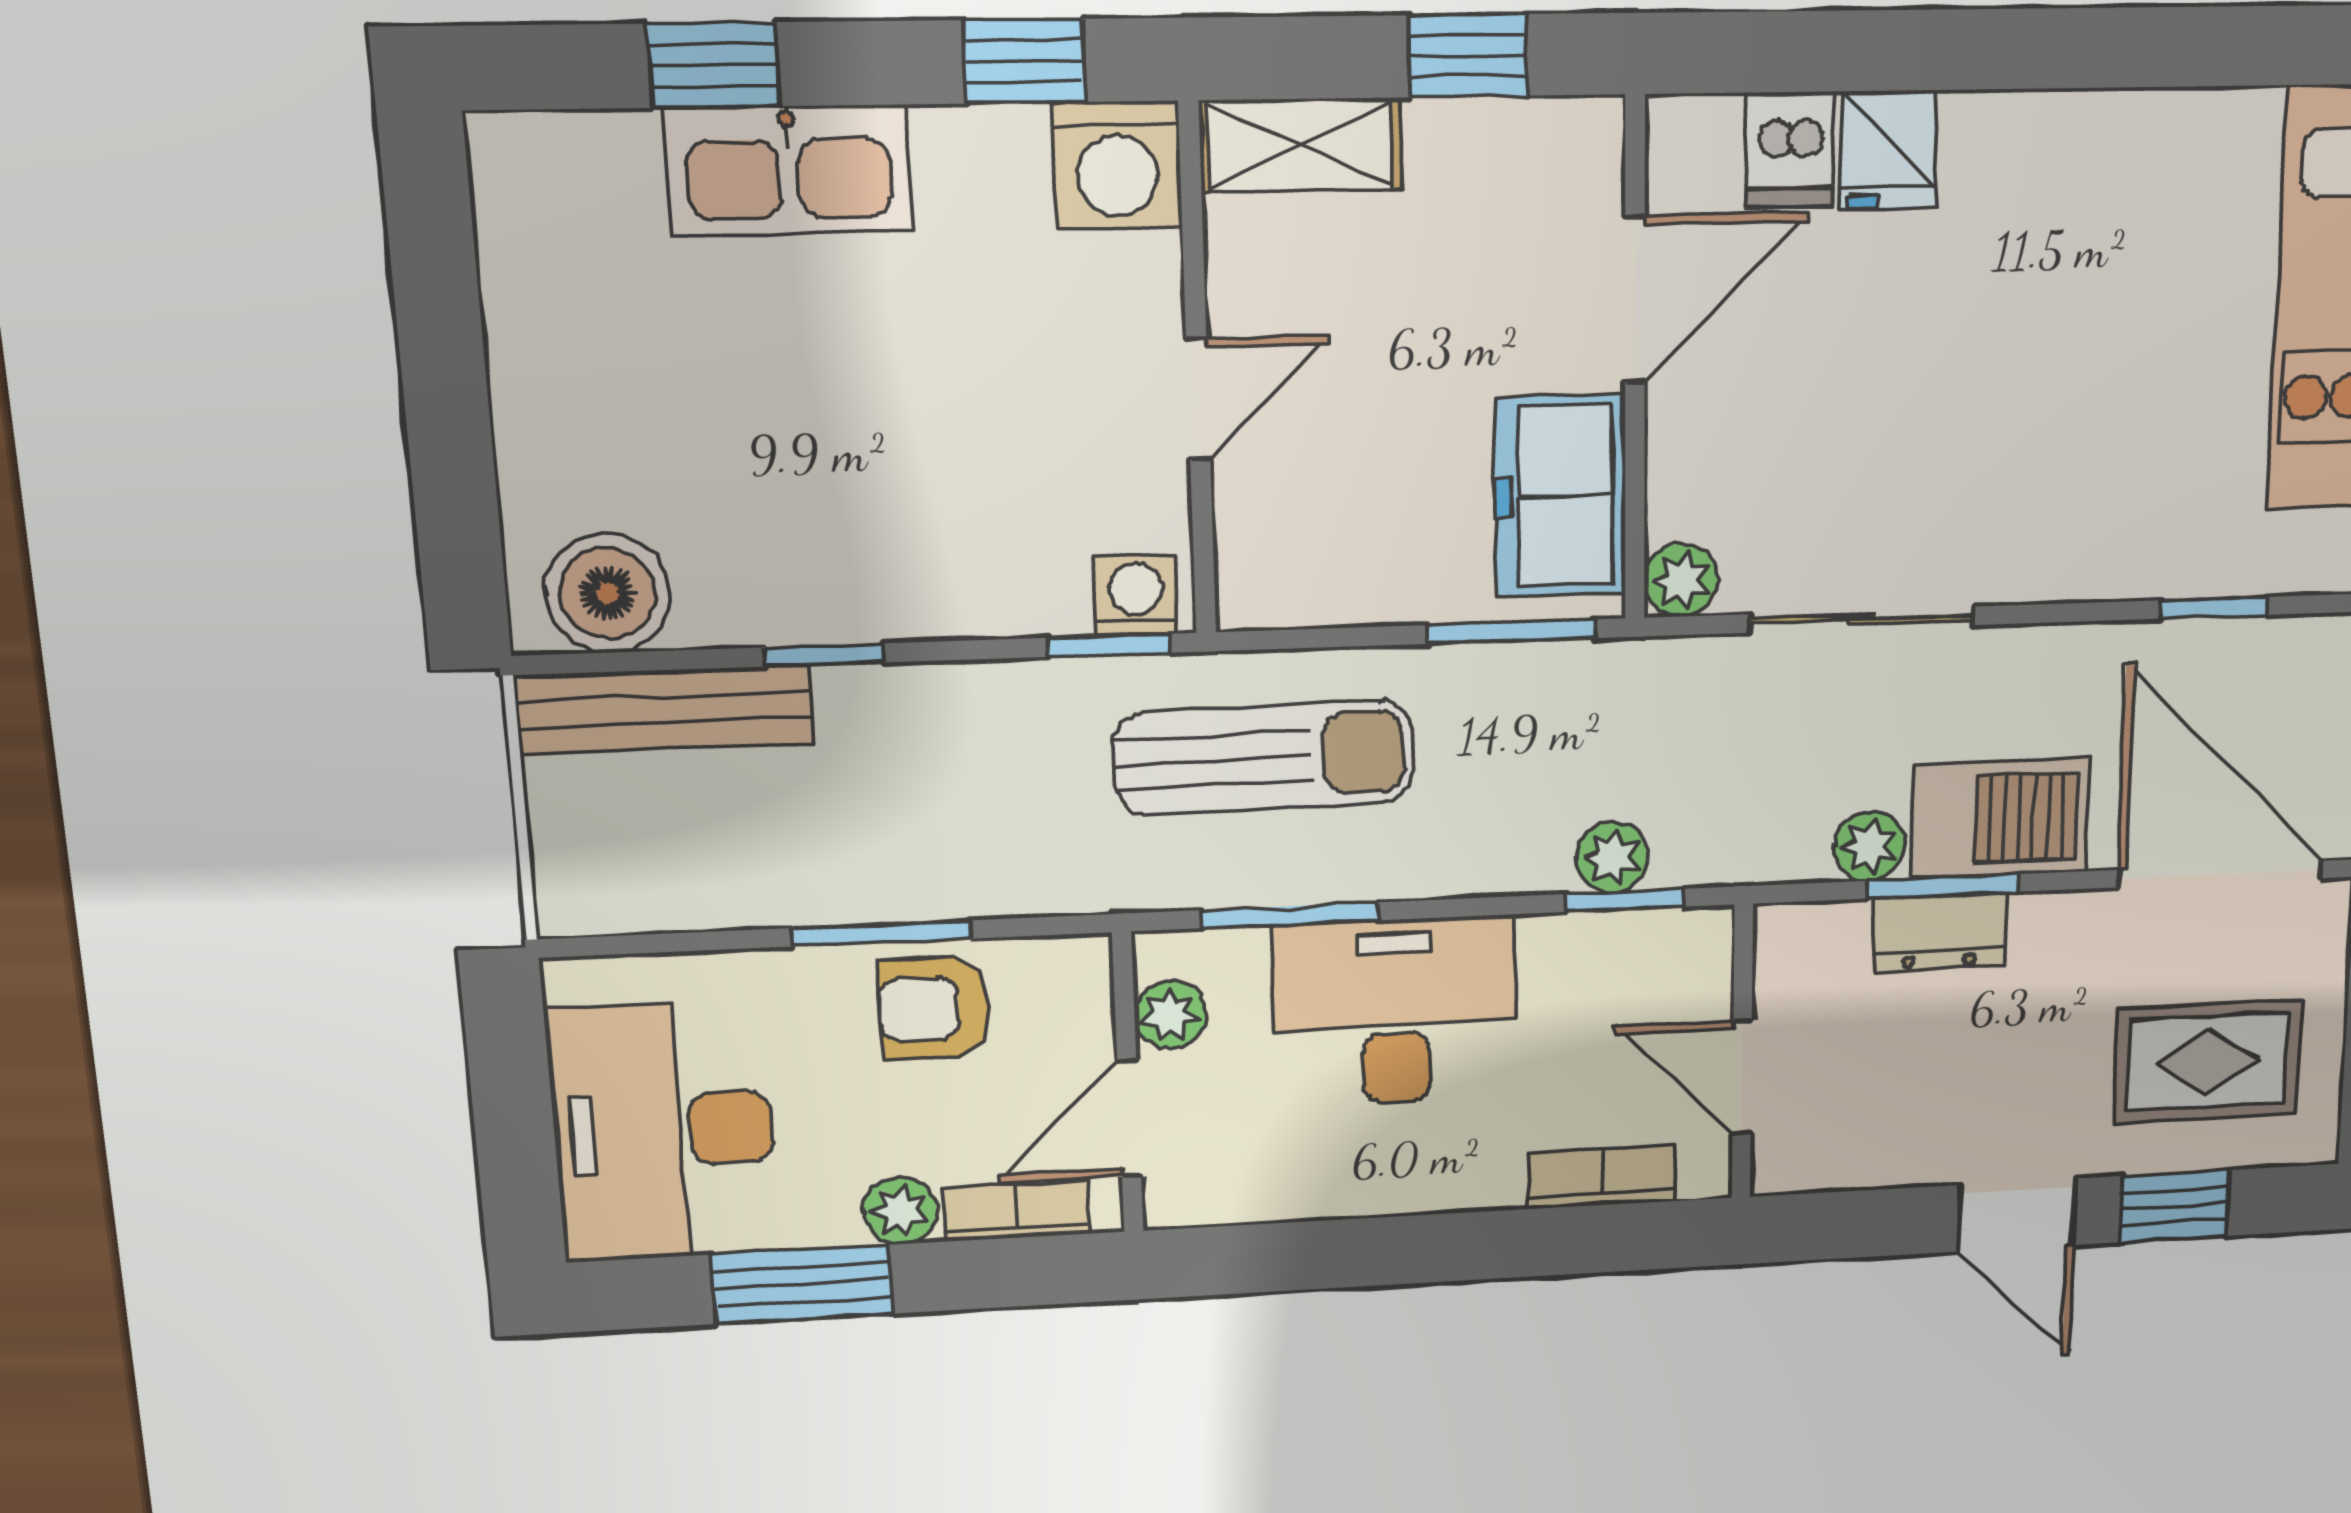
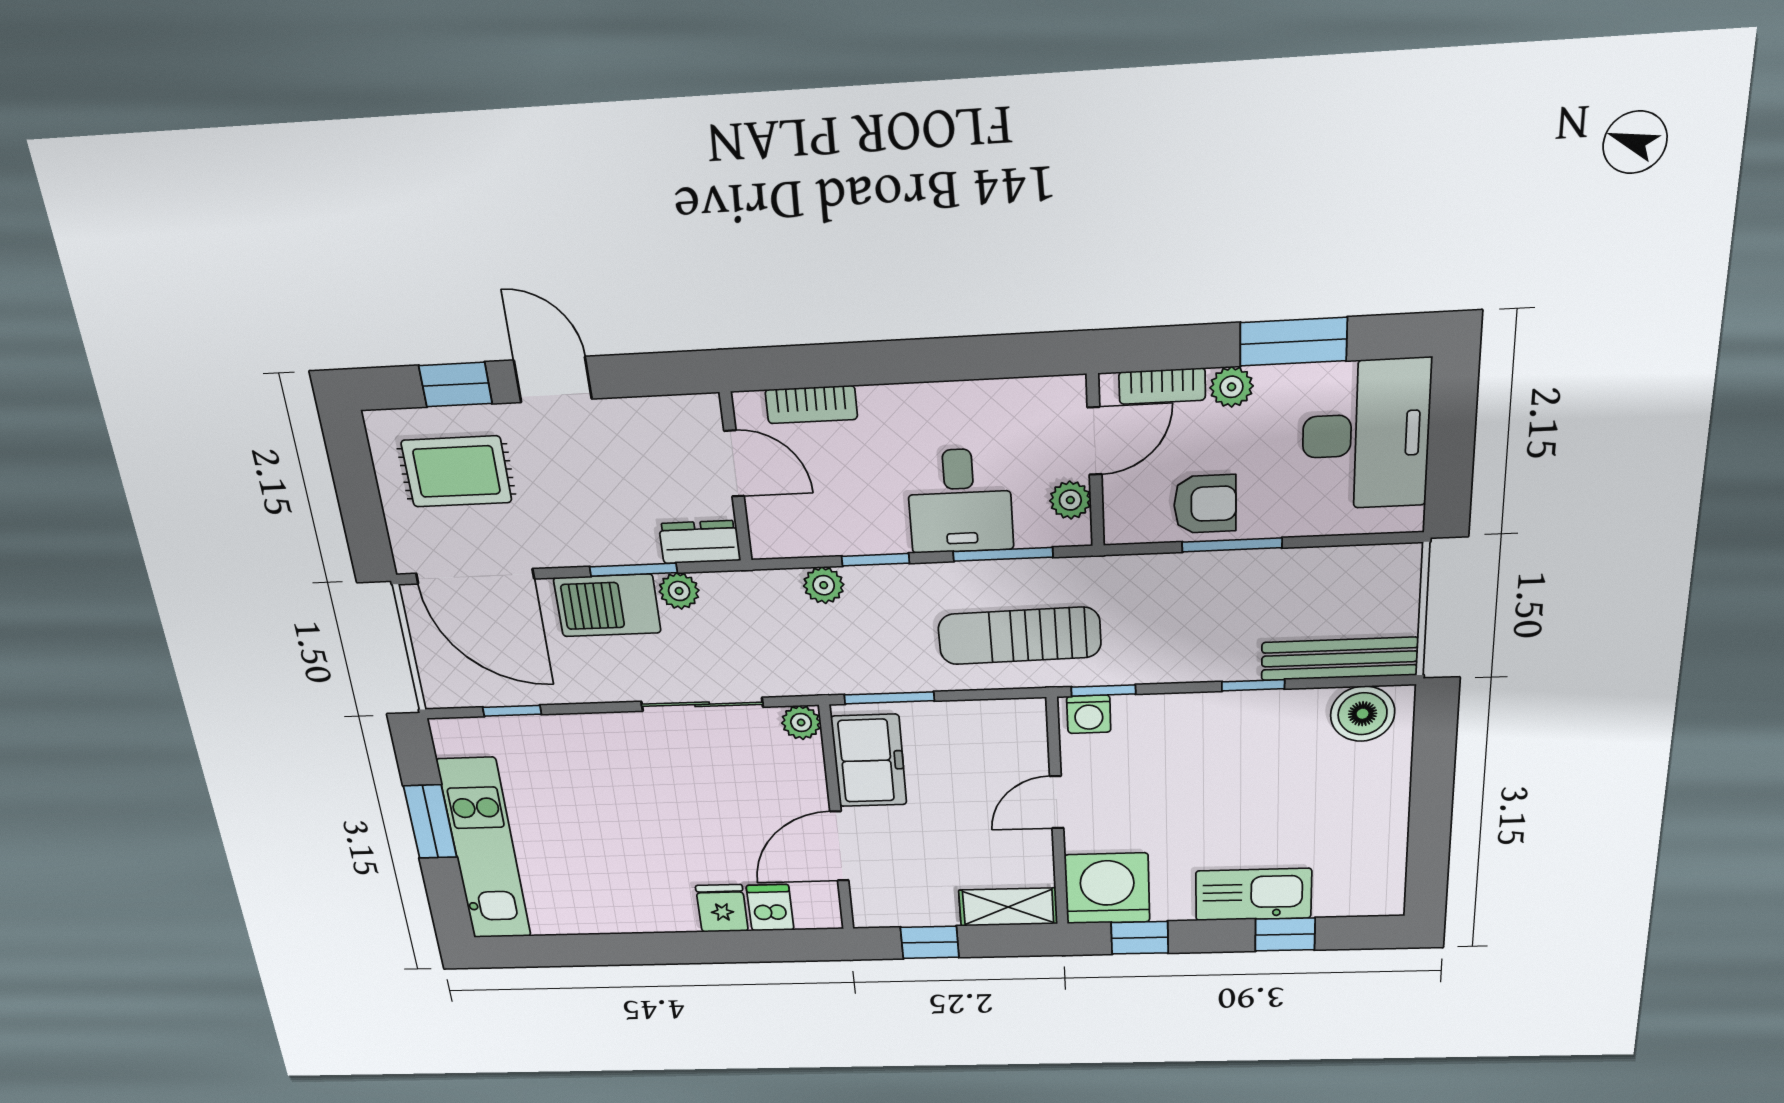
washing machine: (1117, 165) -> (1107, 889), width x1.37, depth x1.37
window: (1624, 900) -> (875, 560), moved
dresser: (1939, 932) -> (700, 542), moved
desk: (1396, 1011) -> (960, 501), width x0.73

